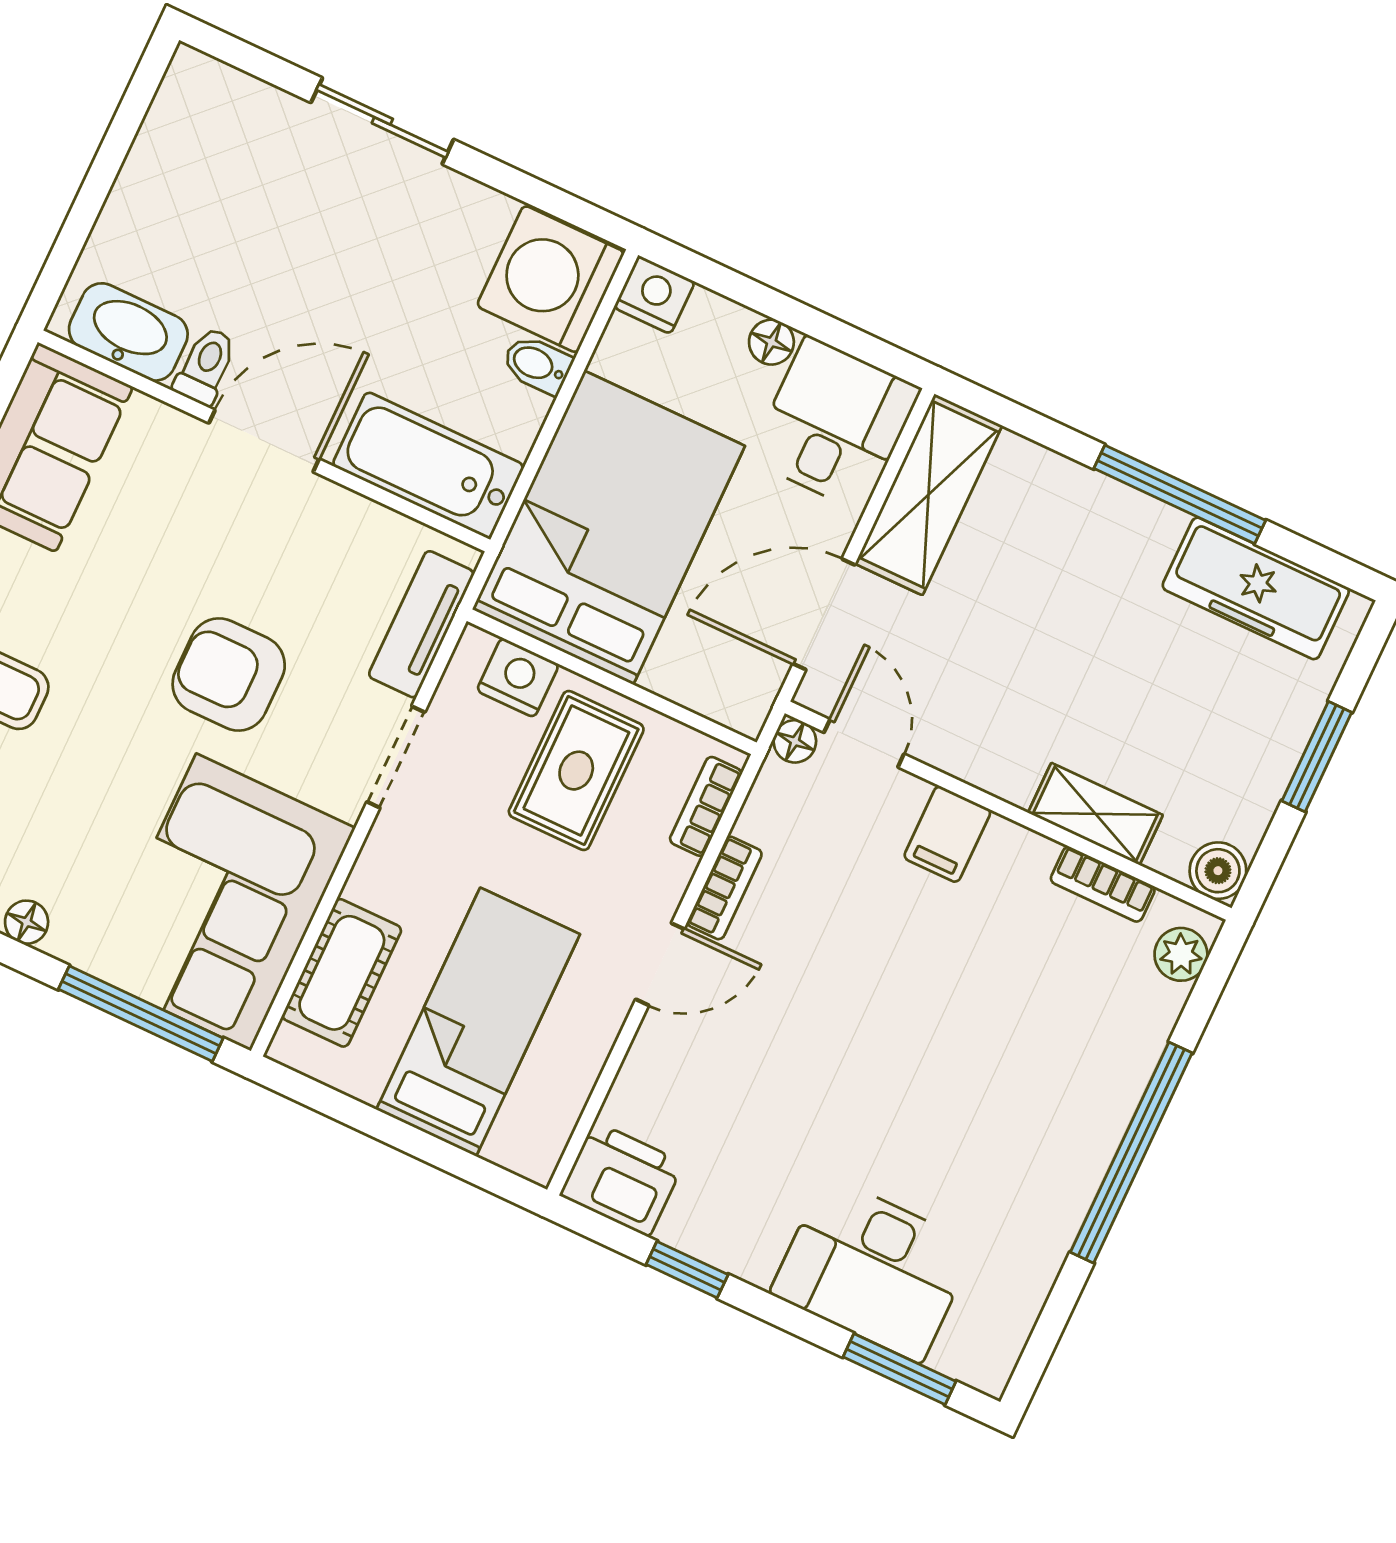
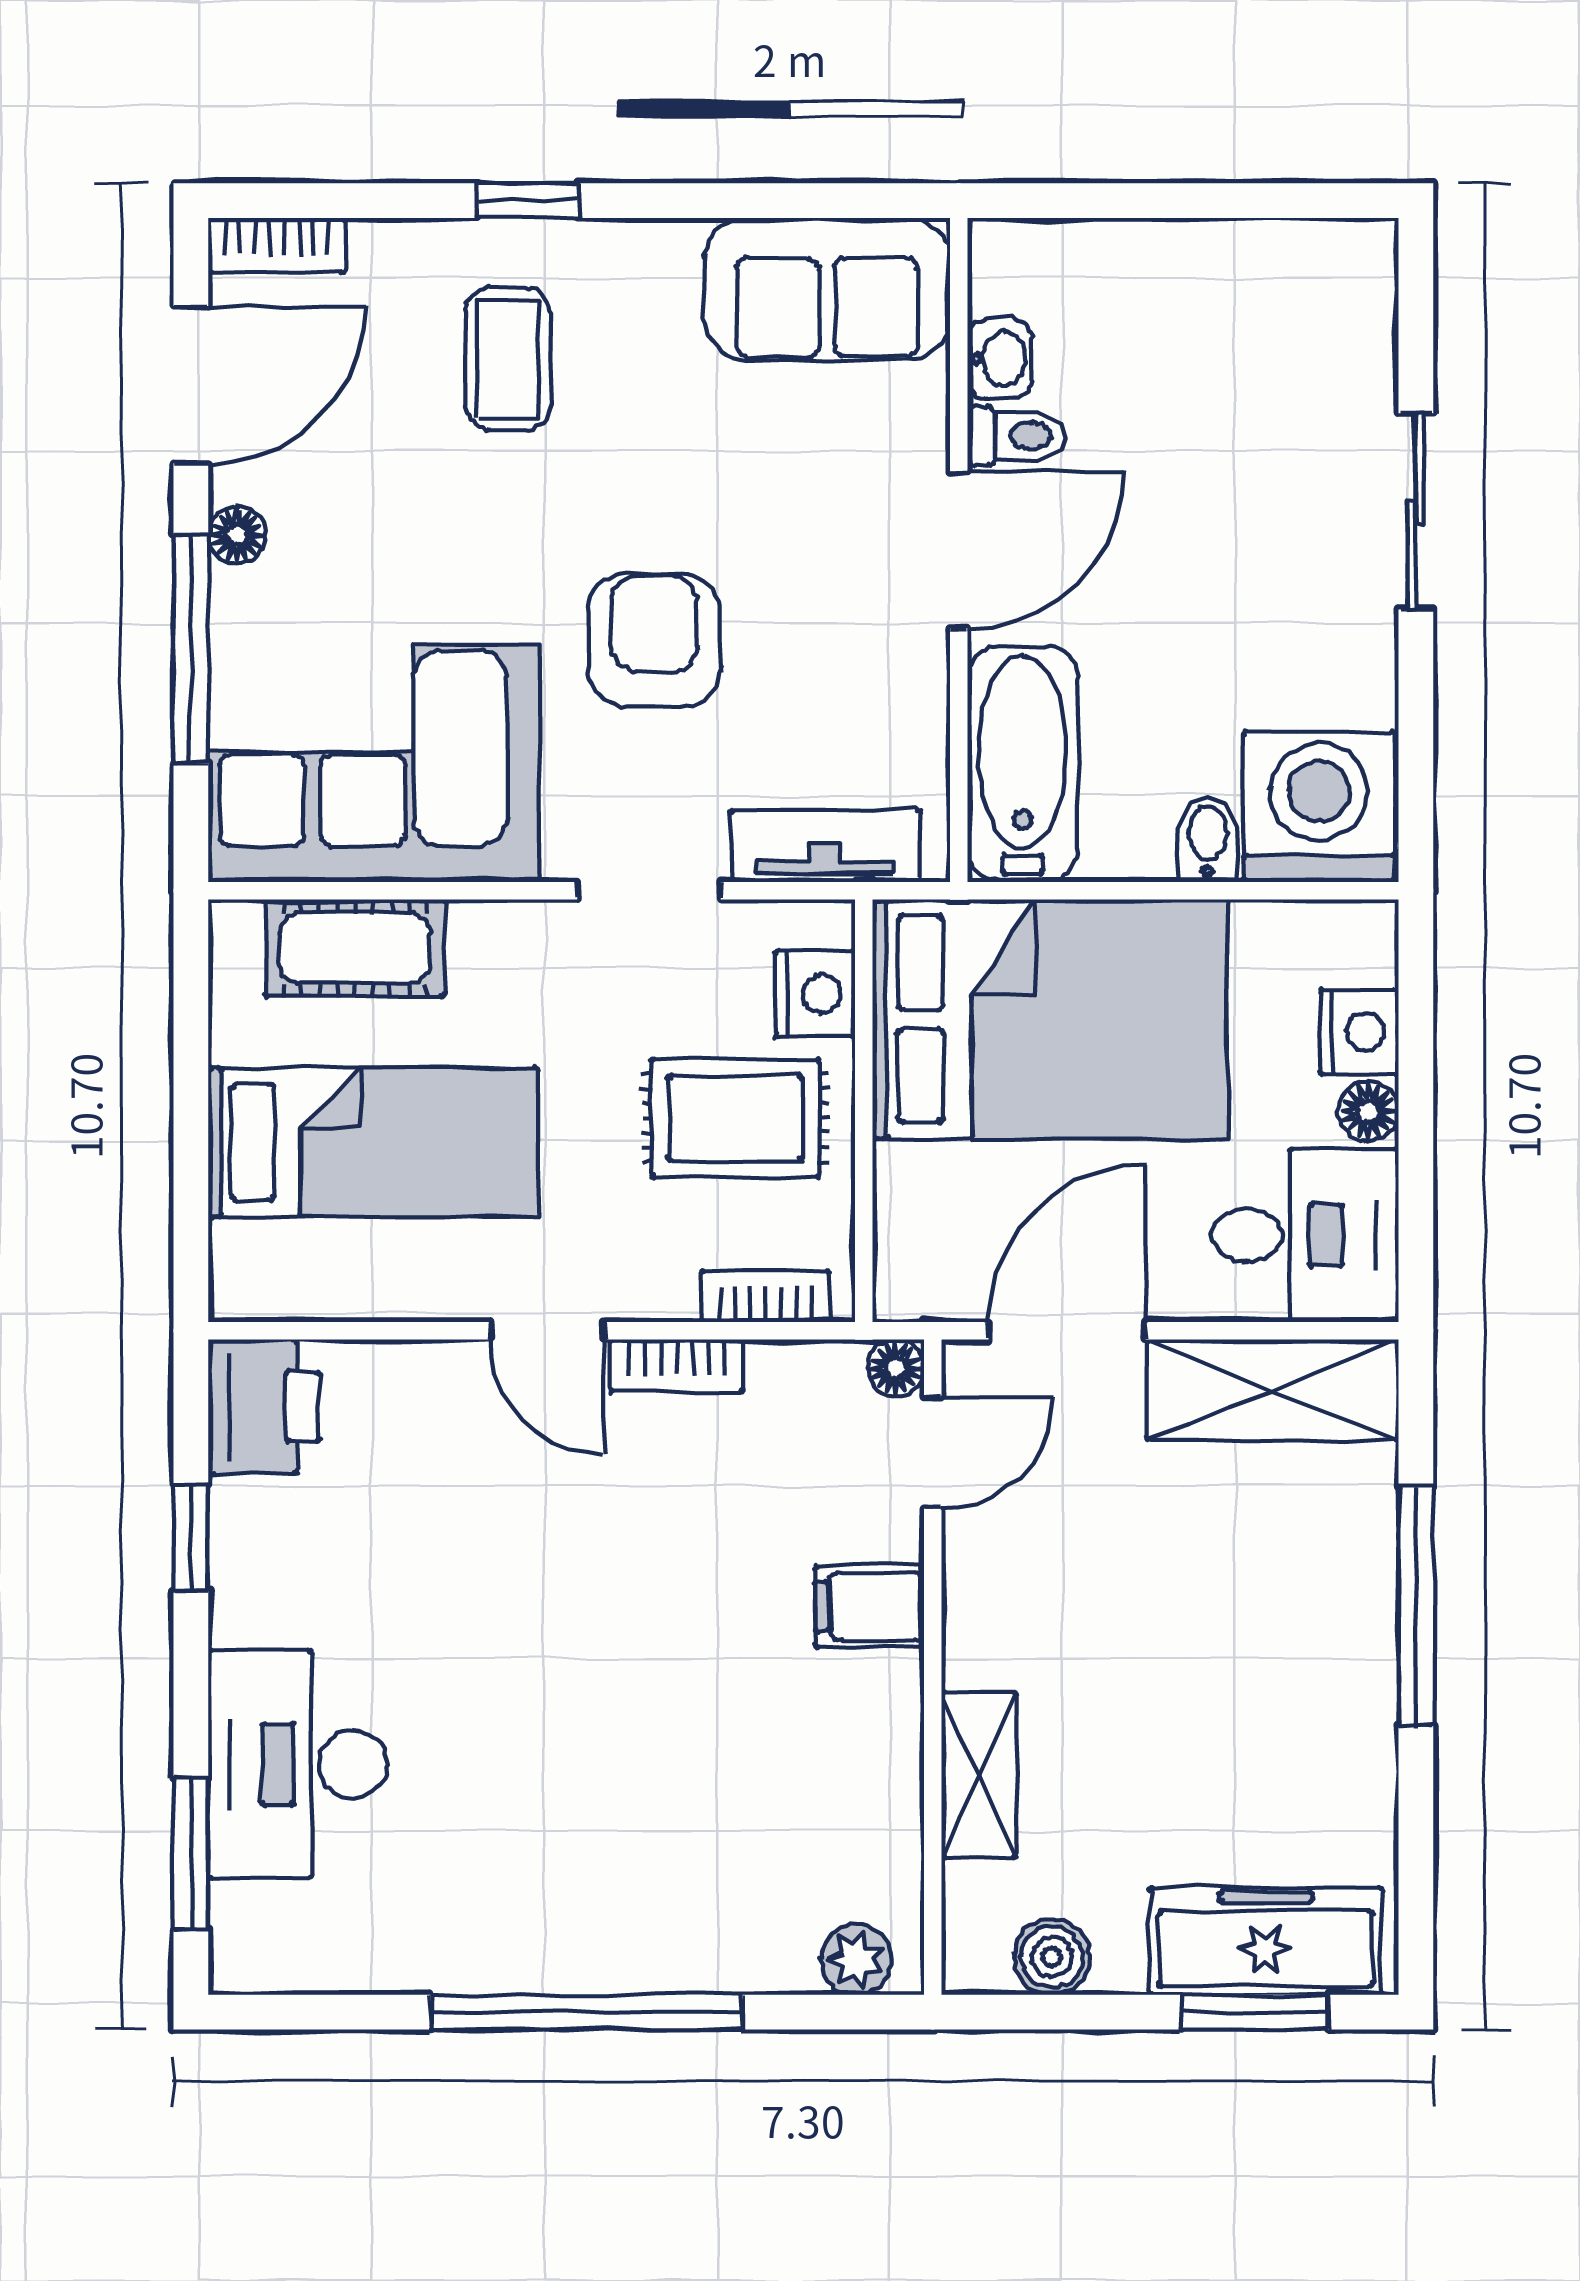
nightstand: (654, 295) -> (1359, 1032), moved
washbasin: (128, 332) -> (1000, 359), width x0.52, depth x0.69
door: (264, 441) -> (959, 550), hinge flipped
window: (1180, 494) -> (1416, 1606), moved
freezer: (1256, 588) -> (1266, 1941), moved, turned 90
door: (824, 614) -> (1067, 1331), hinge flipped
window: (1317, 757) -> (1255, 2012), moved
boiler: (1218, 871) -> (1052, 1957), moved
bookcase: (1103, 884) -> (897, 1824), removed
window: (141, 1014) -> (191, 649), moved

